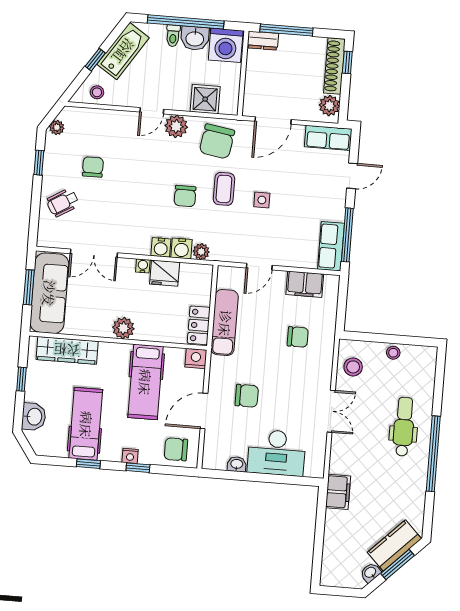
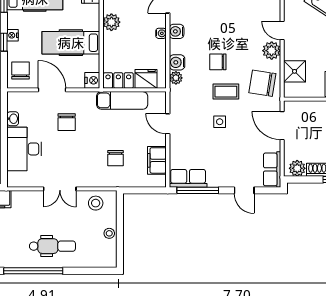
water cooler: (161, 247) -> (177, 31), moved
fridge: (165, 273) -> (146, 79), moved, turned 90

